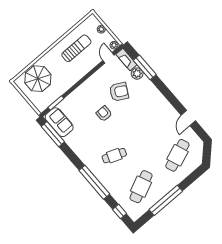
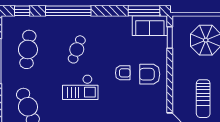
armchair: (119, 92) -> (150, 74), moved, turned 61
checkout: (136, 133) -> (80, 87), added
cafe table: (141, 187) -> (28, 49), turned 30

